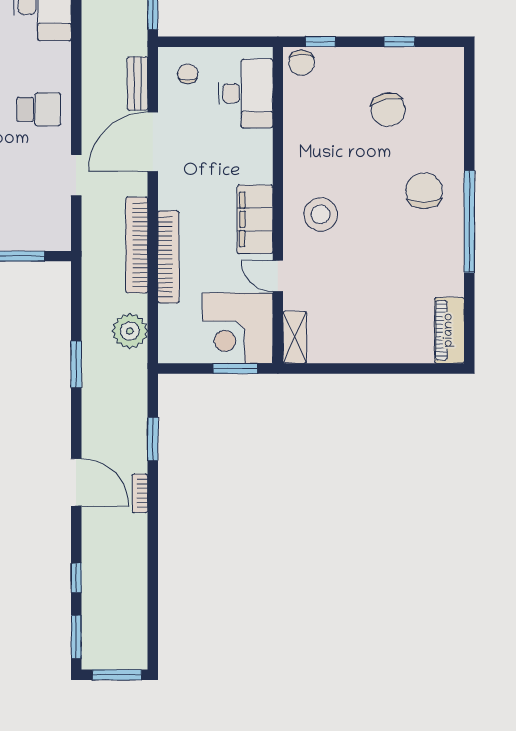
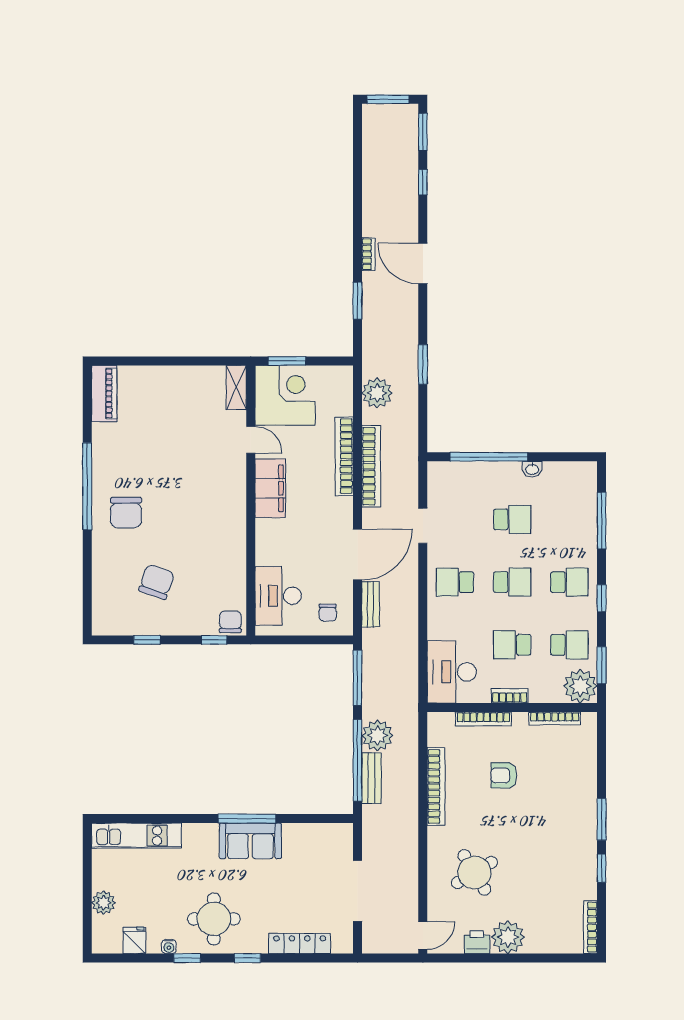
chair: (388, 110) -> (157, 582), turned 32
stool: (321, 214) -> (214, 492), removed

